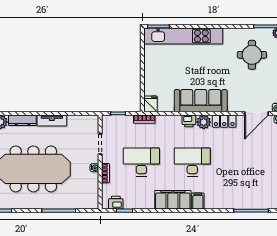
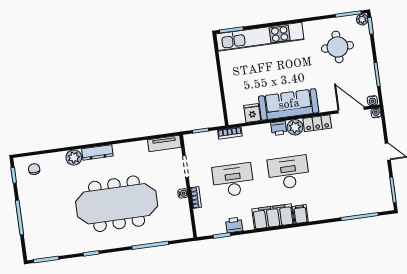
fridge: (151, 104) -> (252, 113), moved
door: (257, 113) -> (351, 110), swing flipped
tv unit: (52, 121) -> (164, 143), moved
printer: (116, 203) -> (234, 225), moved

